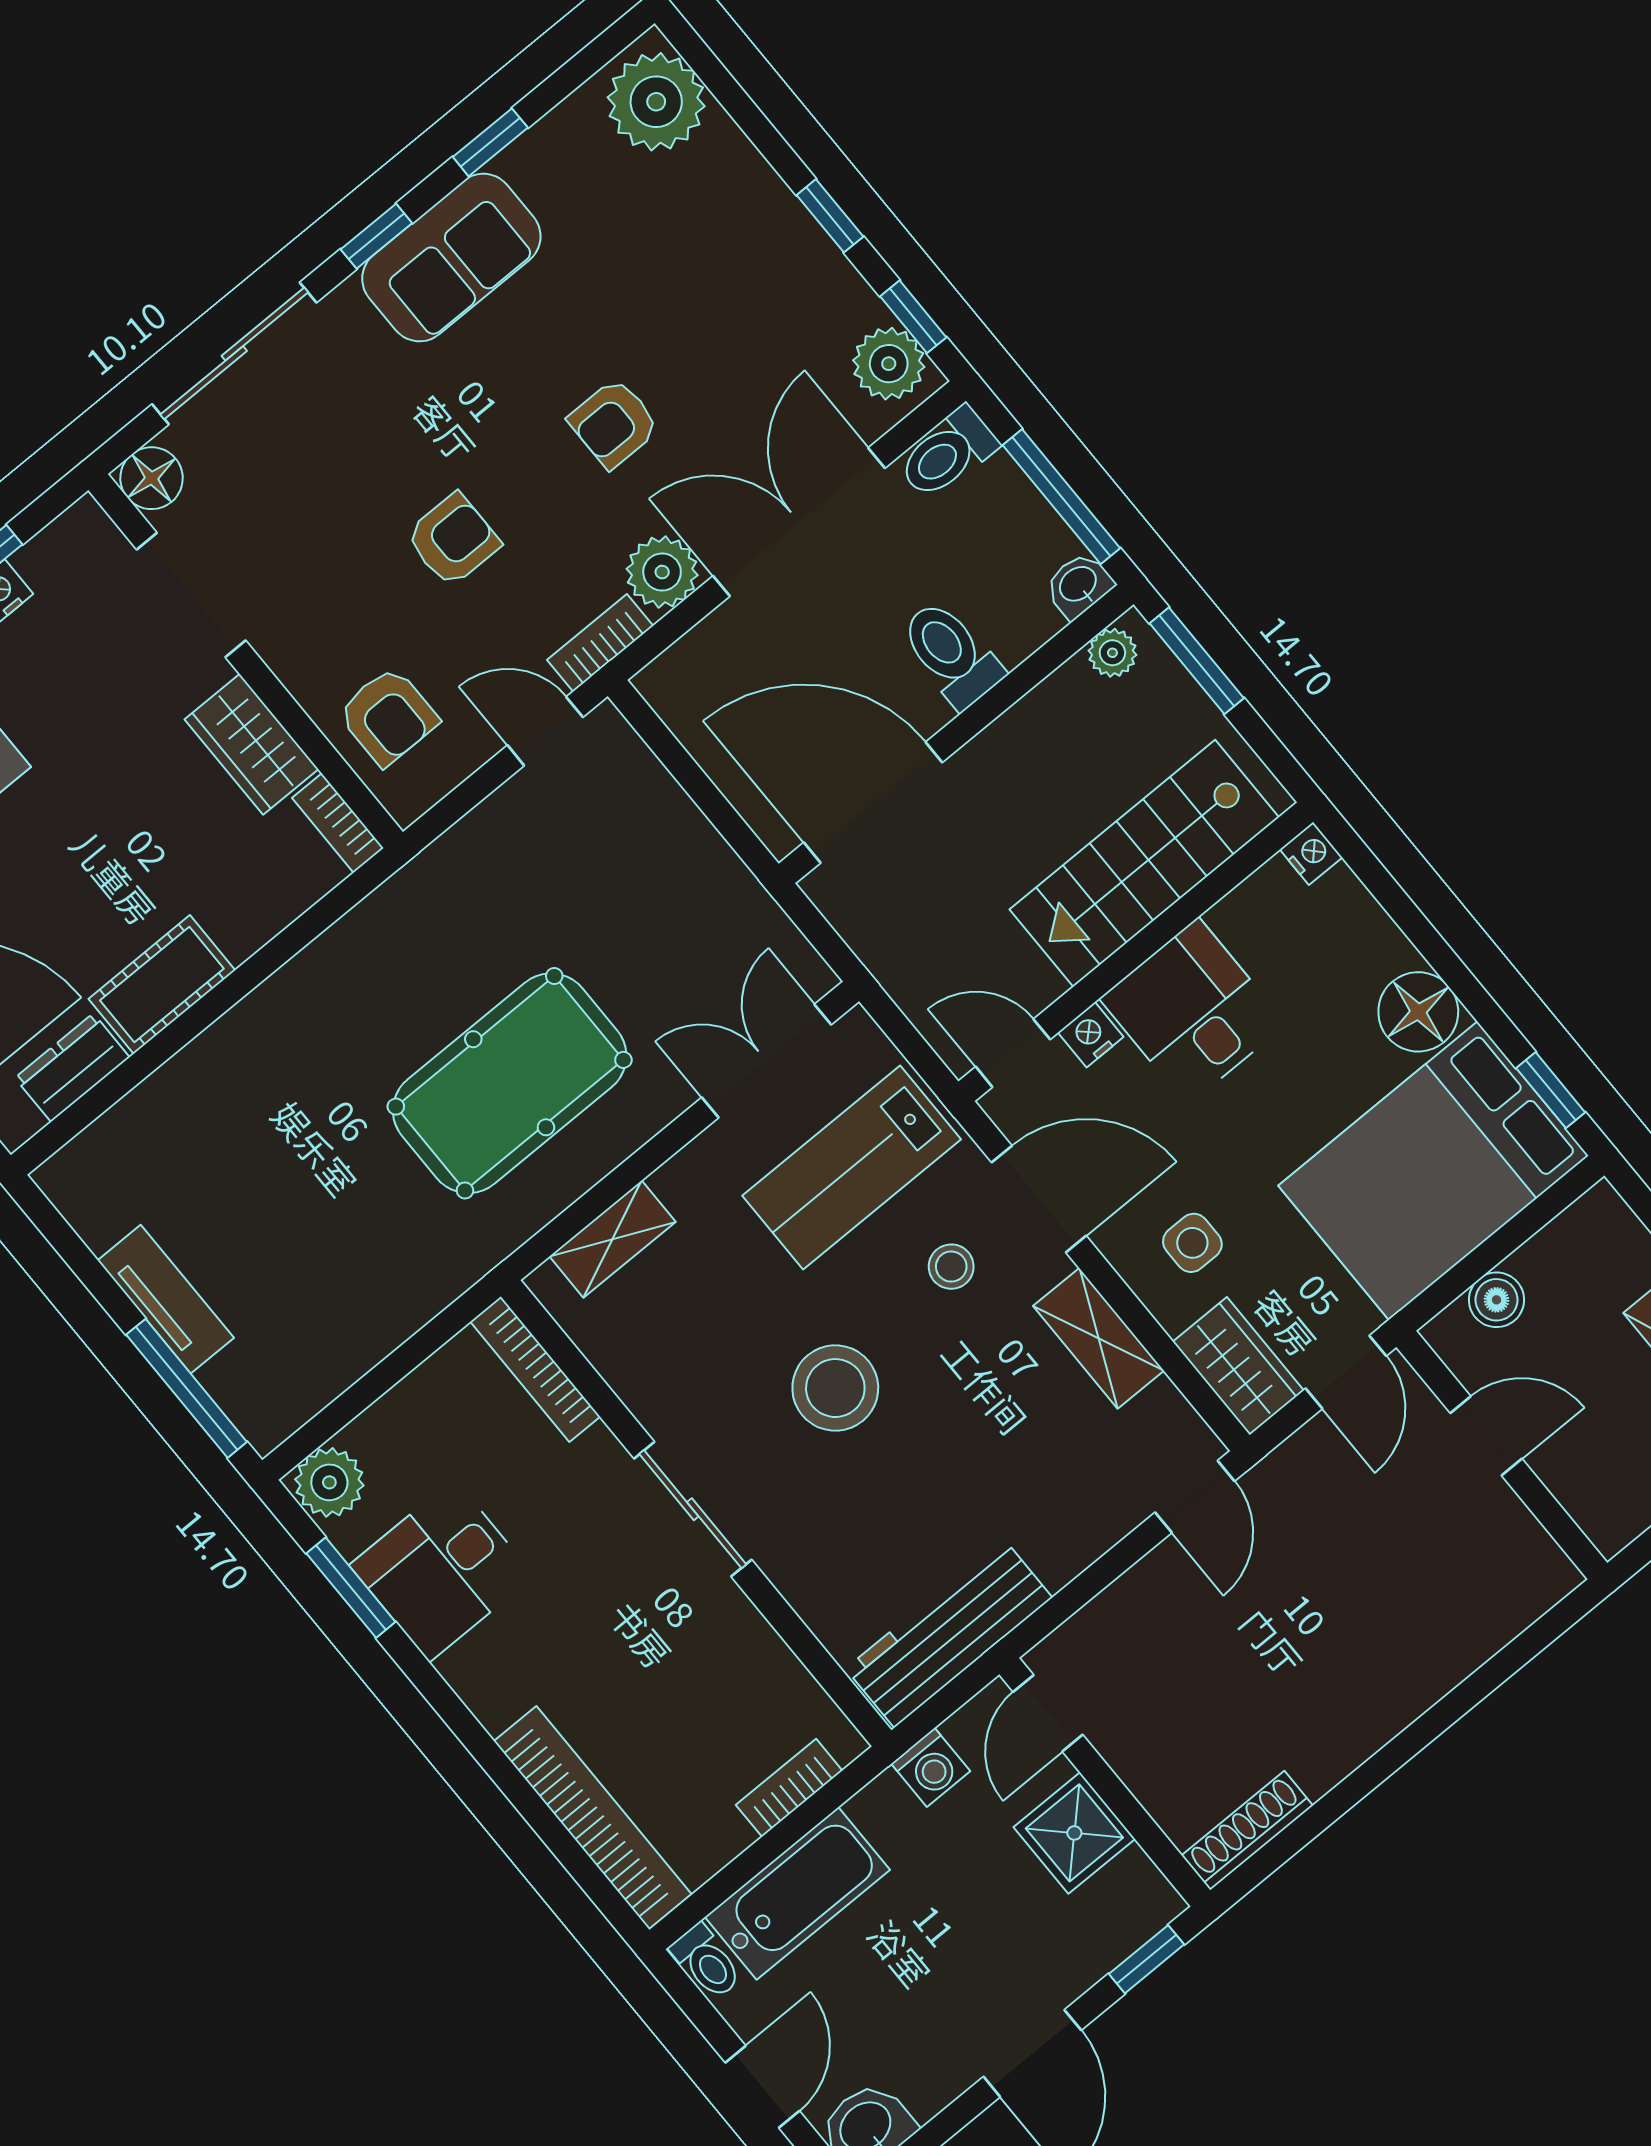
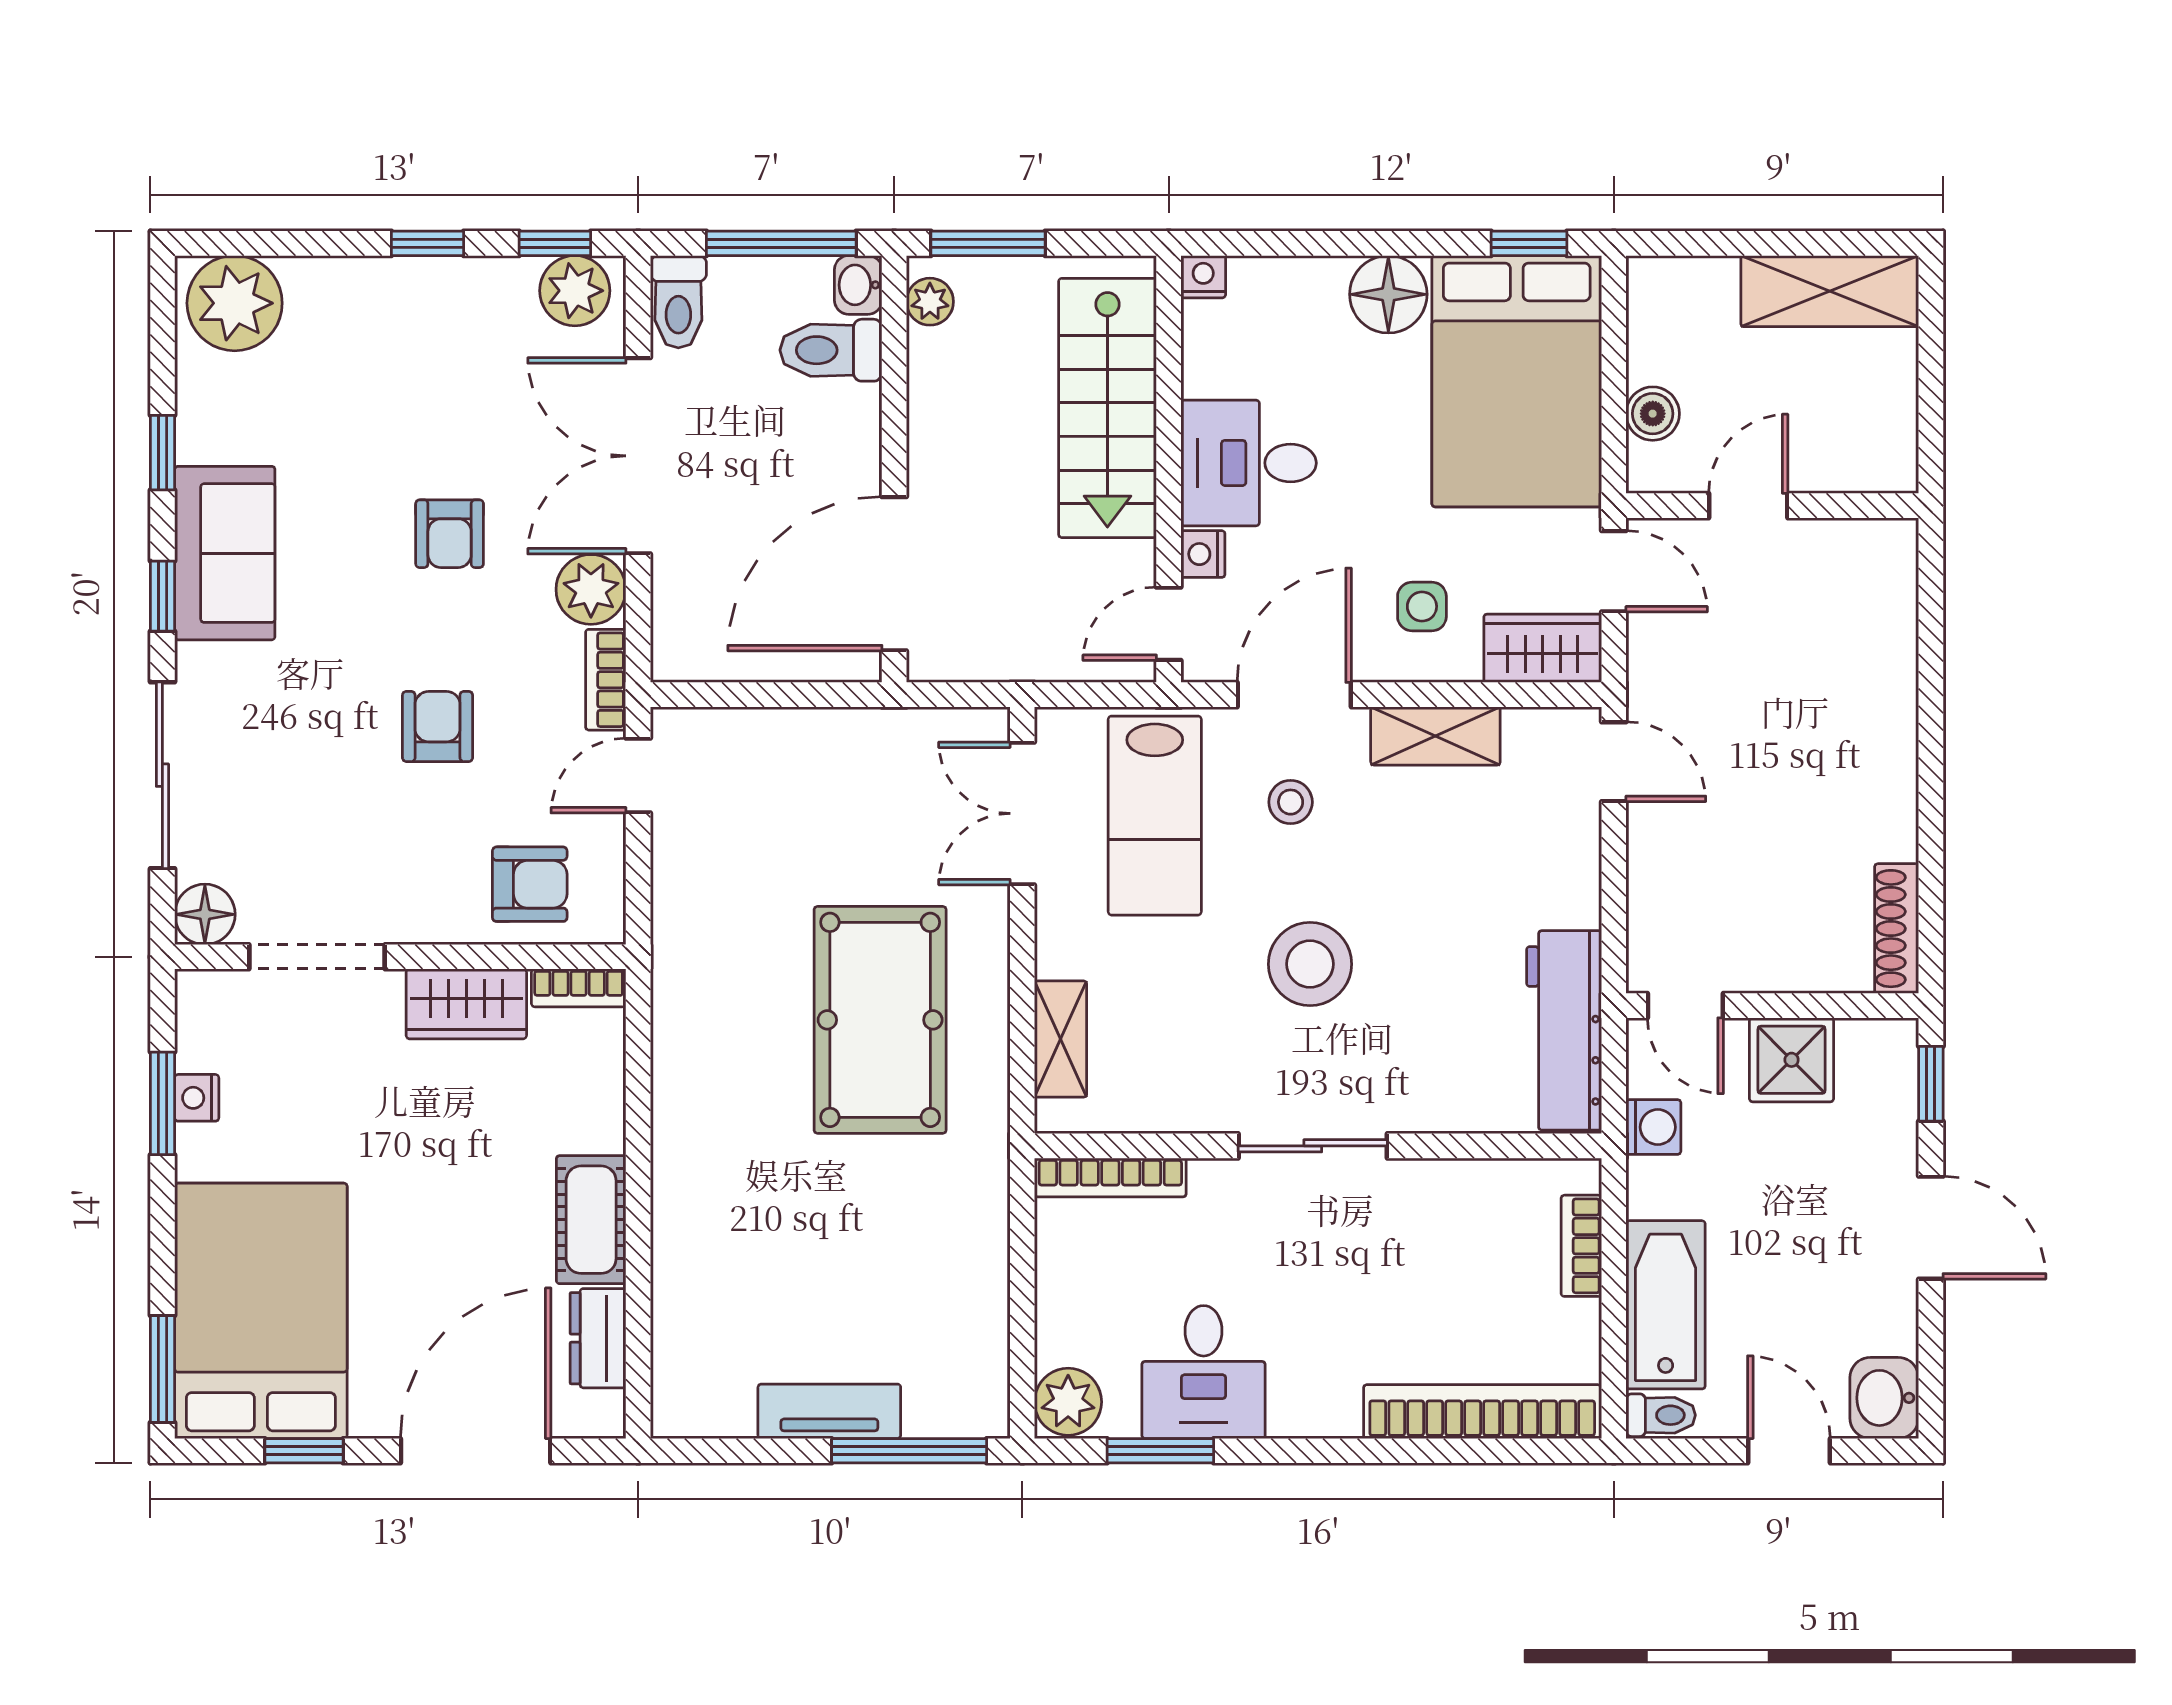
toilet: (951, 654) -> (831, 350), moved

